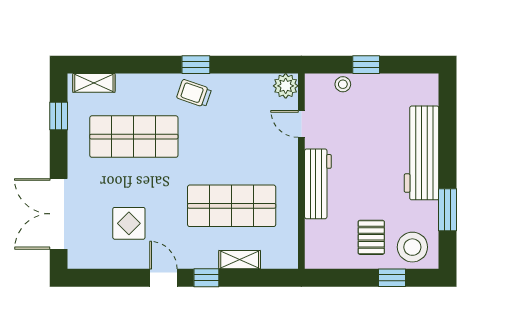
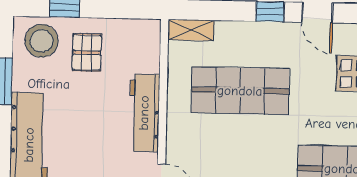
shelving: (240, 260) -> (191, 30), moved

